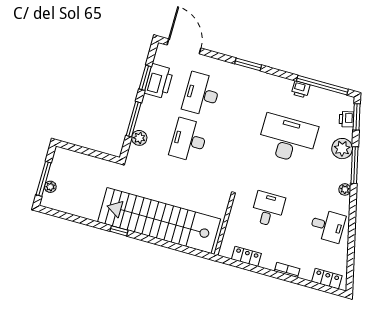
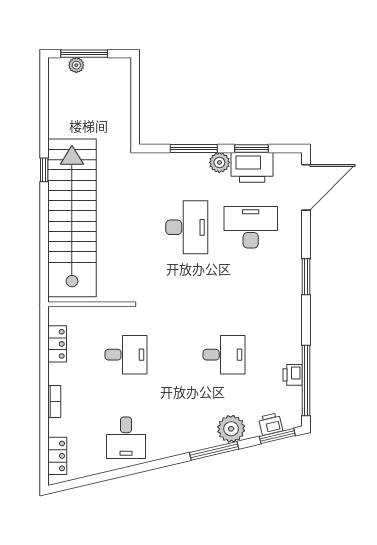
printer: (301, 89) -> (293, 375), moved
plant: (139, 138) -> (219, 162), moved
desk: (288, 139) -> (224, 355), width x0.53, depth x0.77
desk: (189, 140) -> (187, 227), turned 90
plant: (345, 189) -> (179, 447), removed

